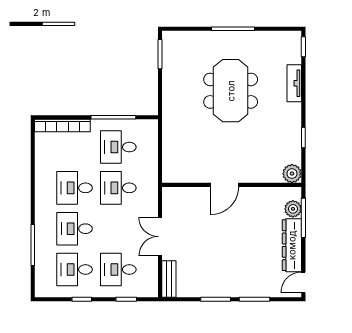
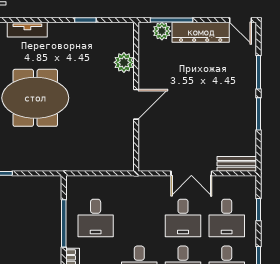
plant: (292, 174) -> (124, 62), moved
door: (225, 185) -> (136, 104), hinge flipped
desk: (118, 188) -> (183, 218), moved

